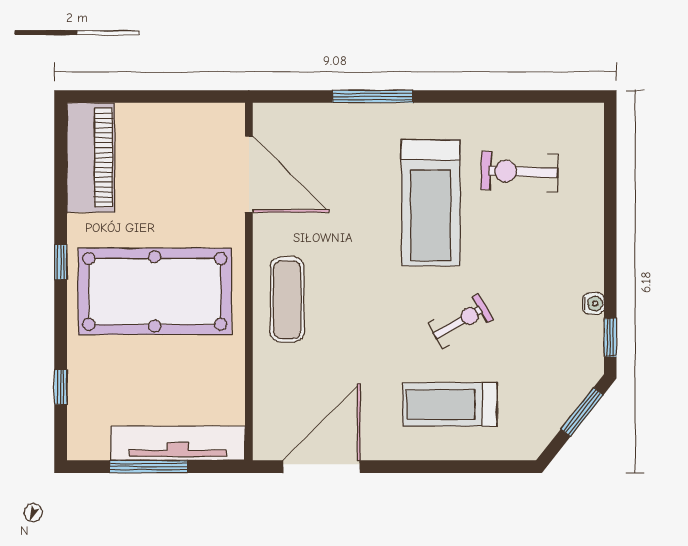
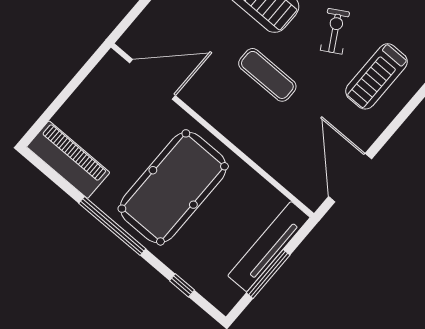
window: (61, 262) -> (112, 226), width x3.17
exercise mat: (287, 300) -> (267, 75), moved

